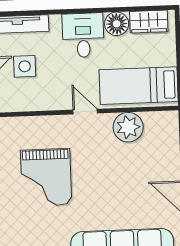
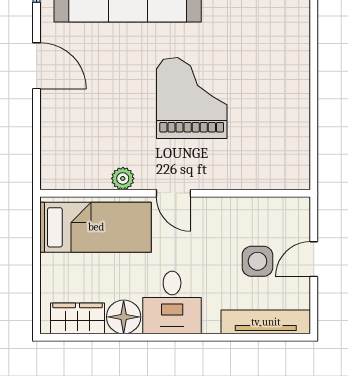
plant: (128, 127) -> (123, 178), width x0.53, depth x0.53
grand piano: (46, 177) -> (192, 98), moved

